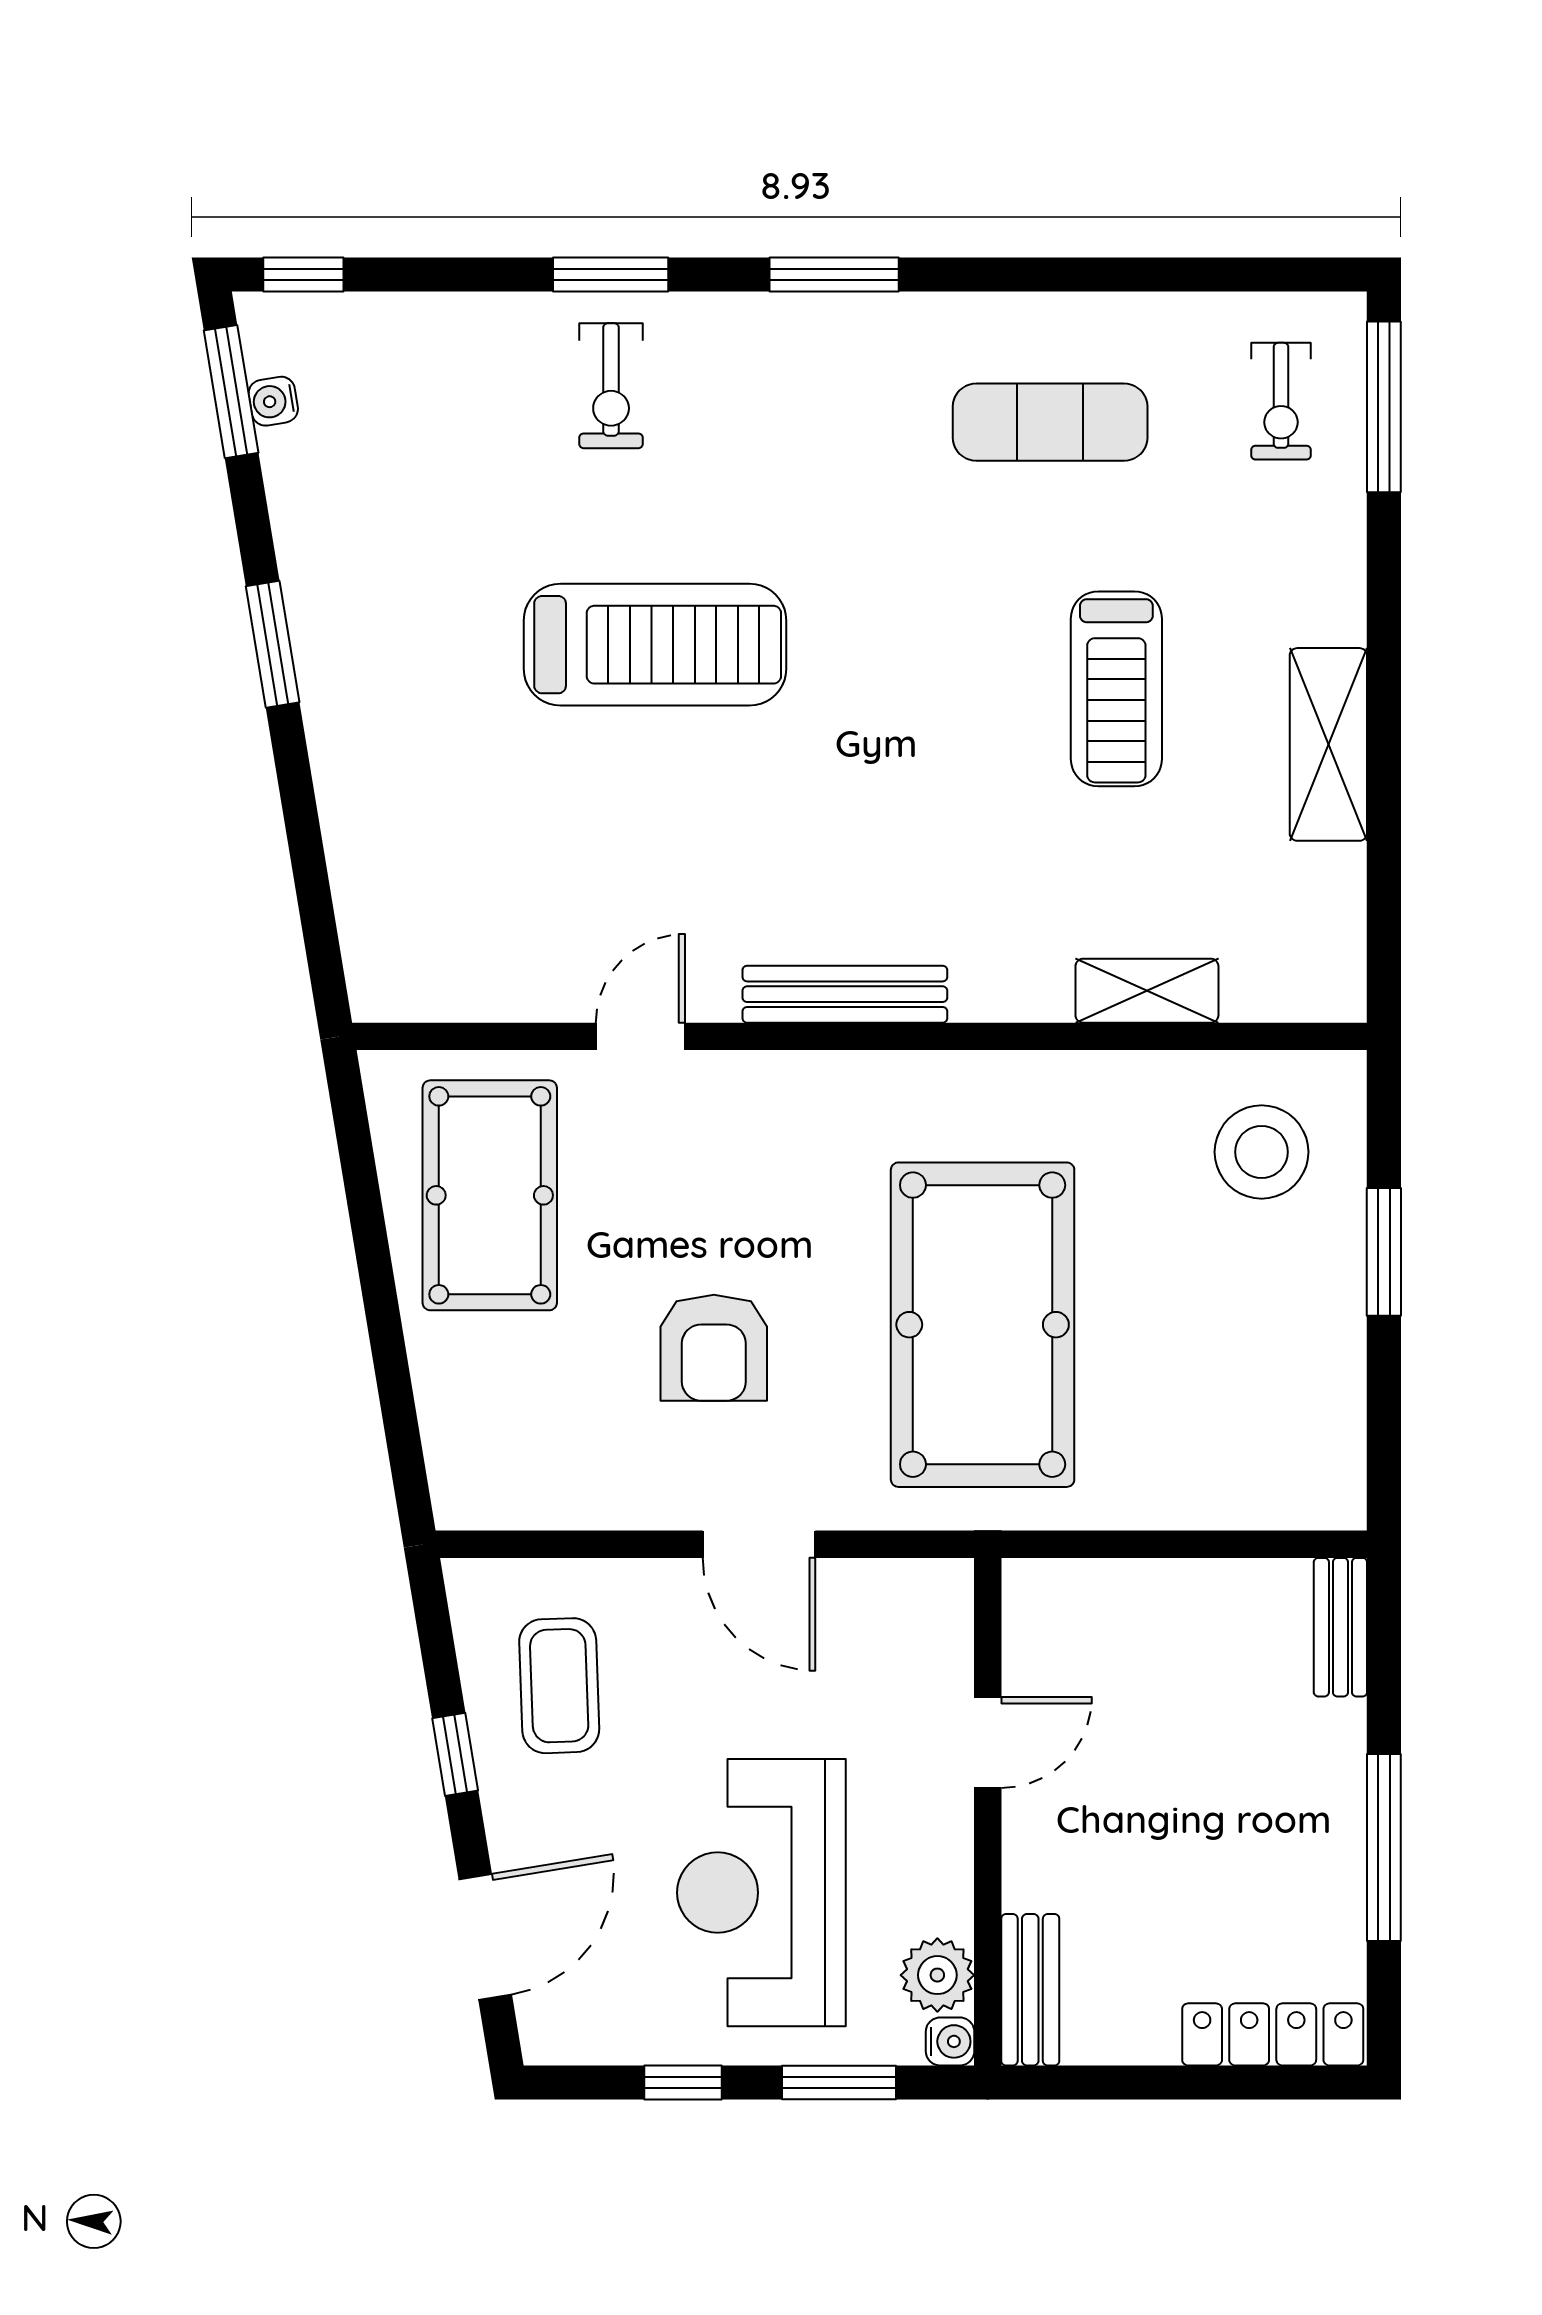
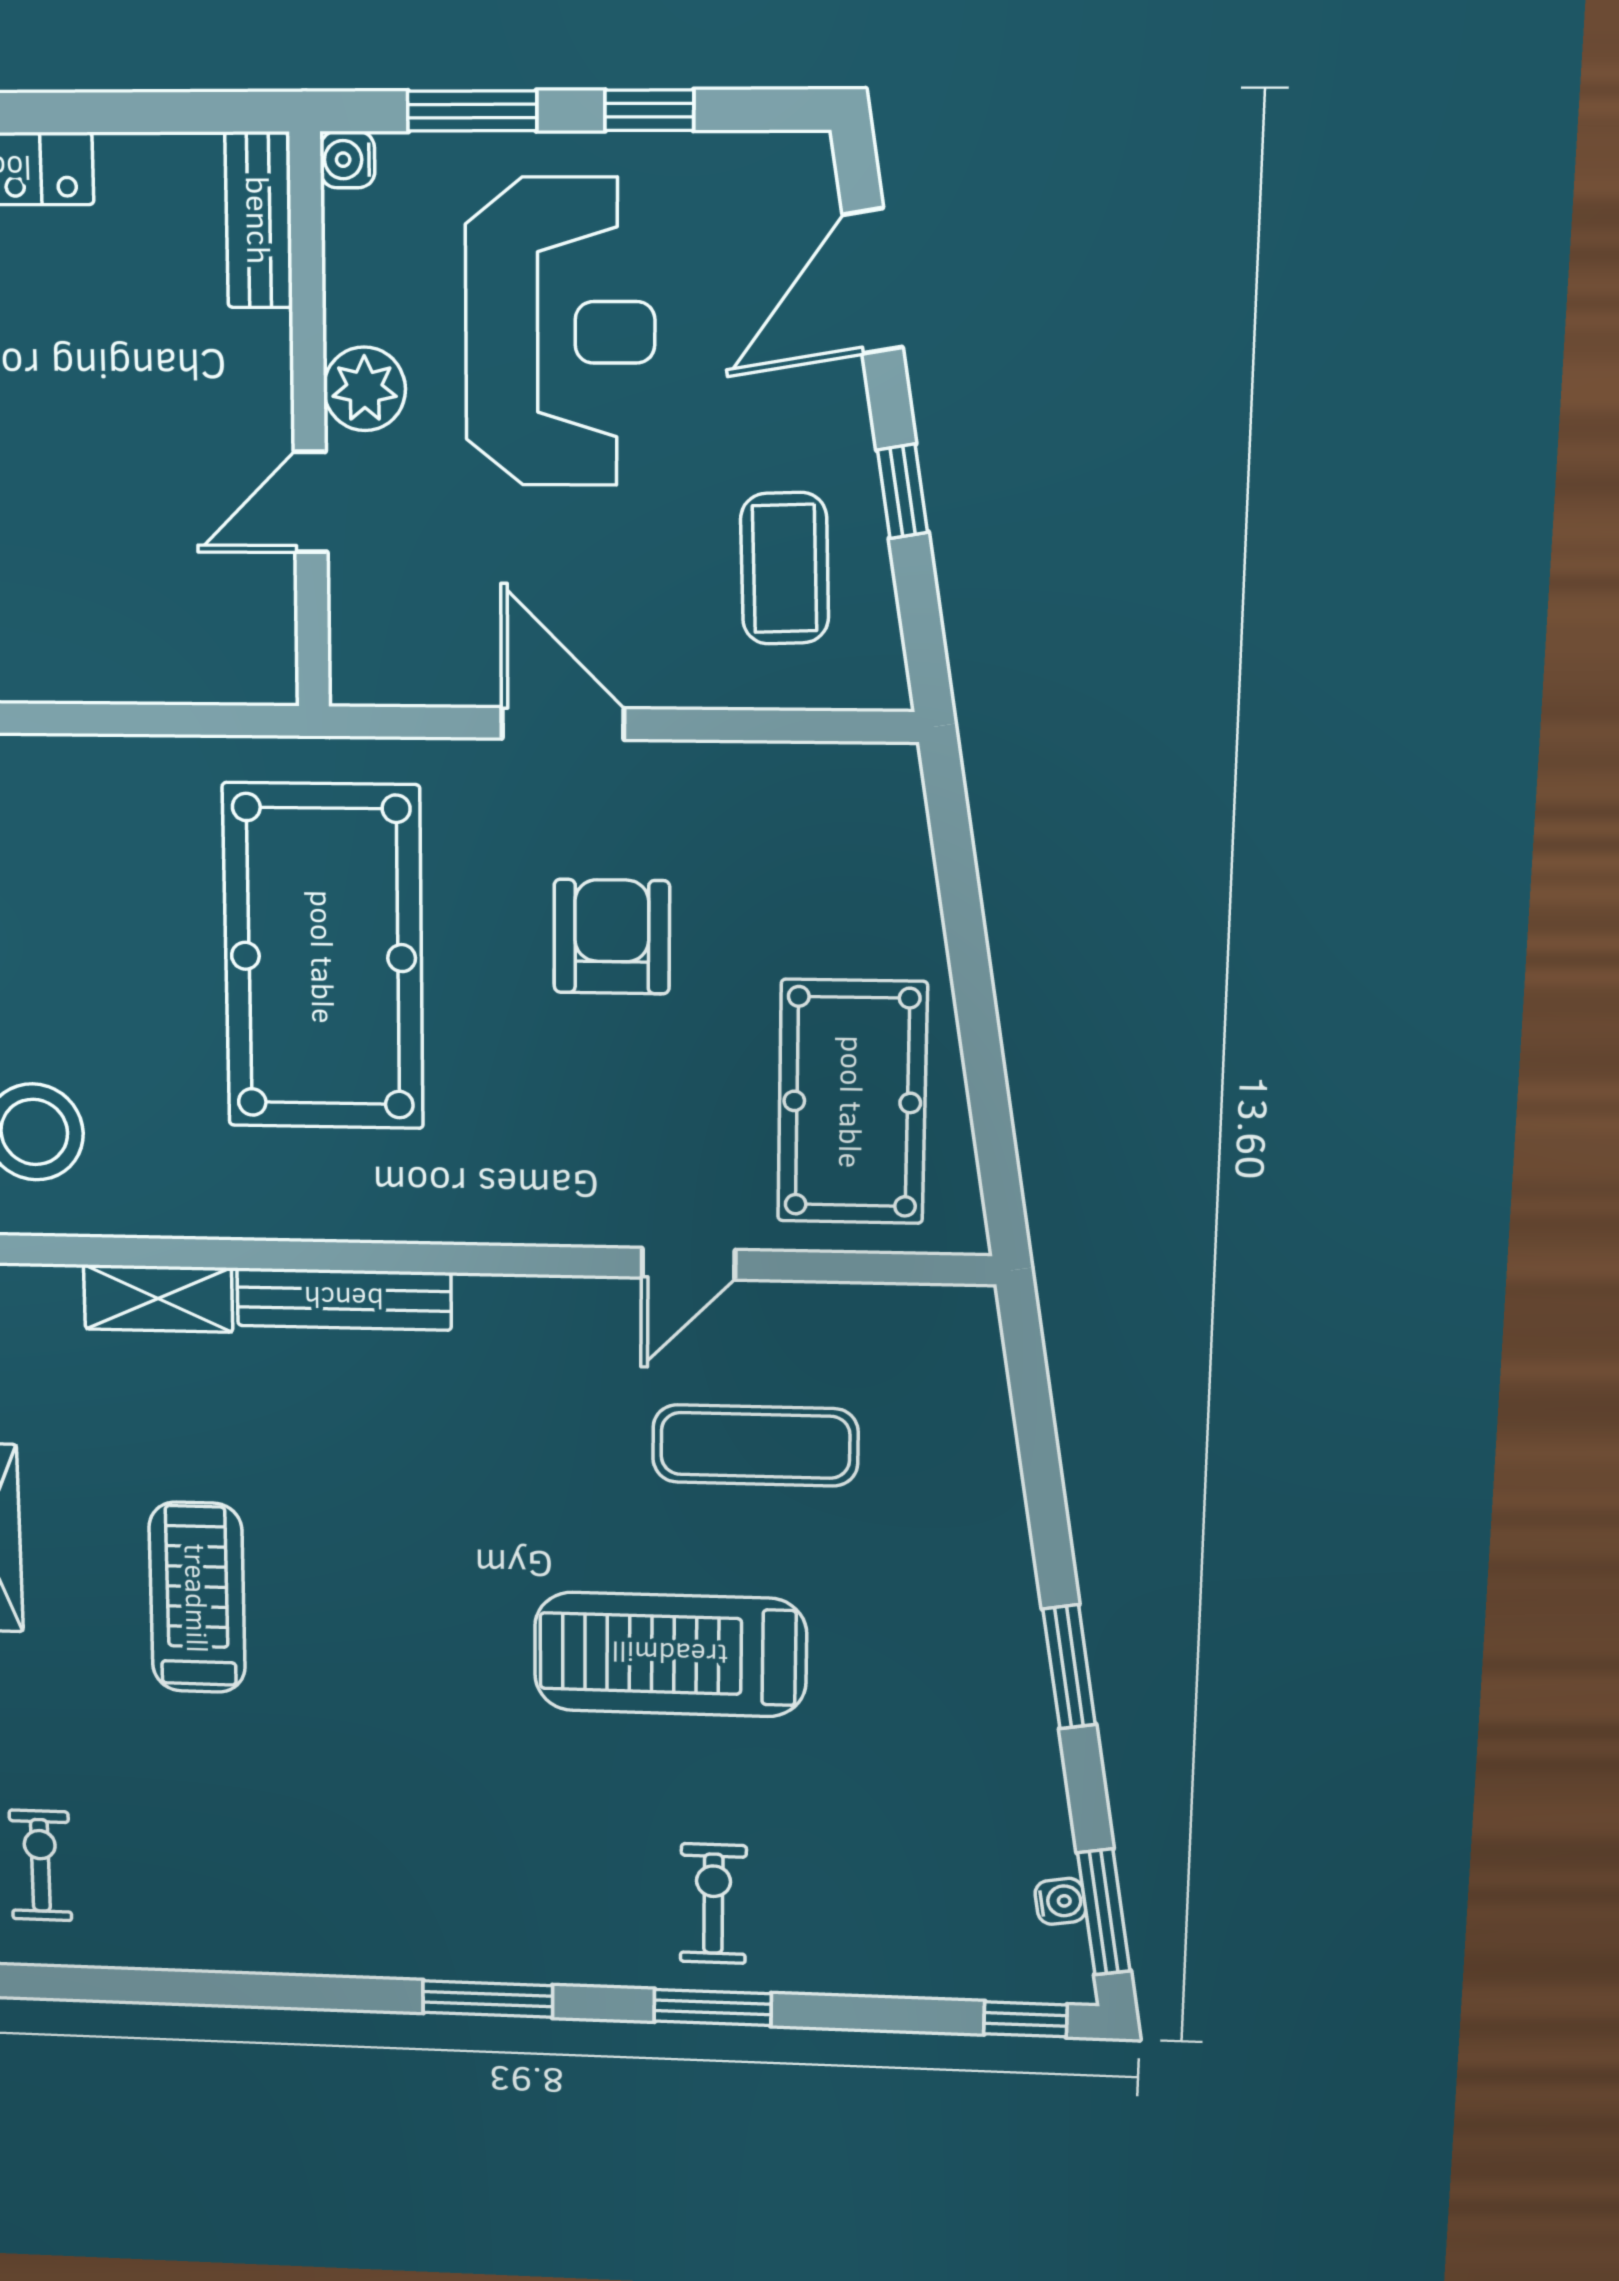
exercise mat: (1050, 422) -> (755, 1445), moved
bench: (845, 994) -> (344, 1299), moved
plant: (937, 1975) -> (365, 389), moved

